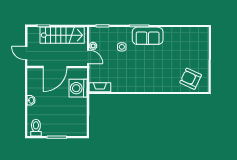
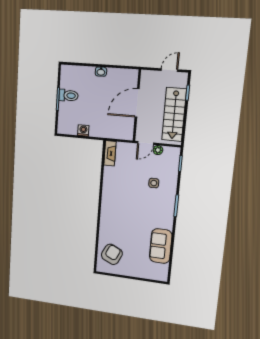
sofa: (148, 36) -> (161, 246), moved
door: (26, 53) -> (169, 70), moved
door: (55, 67) -> (137, 103), hinge flipped
washing machine: (78, 88) -> (83, 130), moved, width x0.53, depth x0.53
toilet: (36, 128) -> (68, 95), moved

